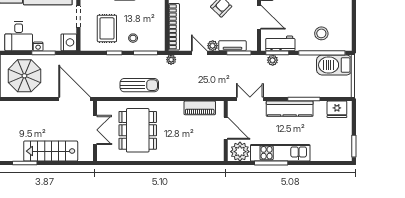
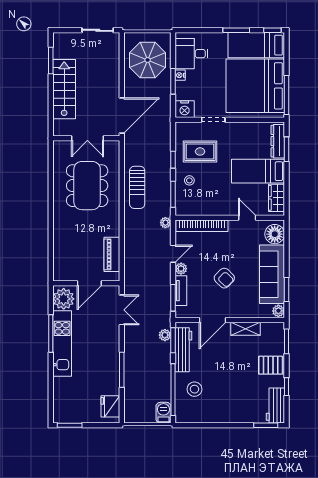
workbench: (280, 43) -> (183, 350), width x1.38
barbecue: (334, 65) -> (163, 413), width x0.53, depth x0.65
kitchen counter: (290, 109) -> (111, 354), removed
dining table: (138, 130) -> (87, 186), turned 90

